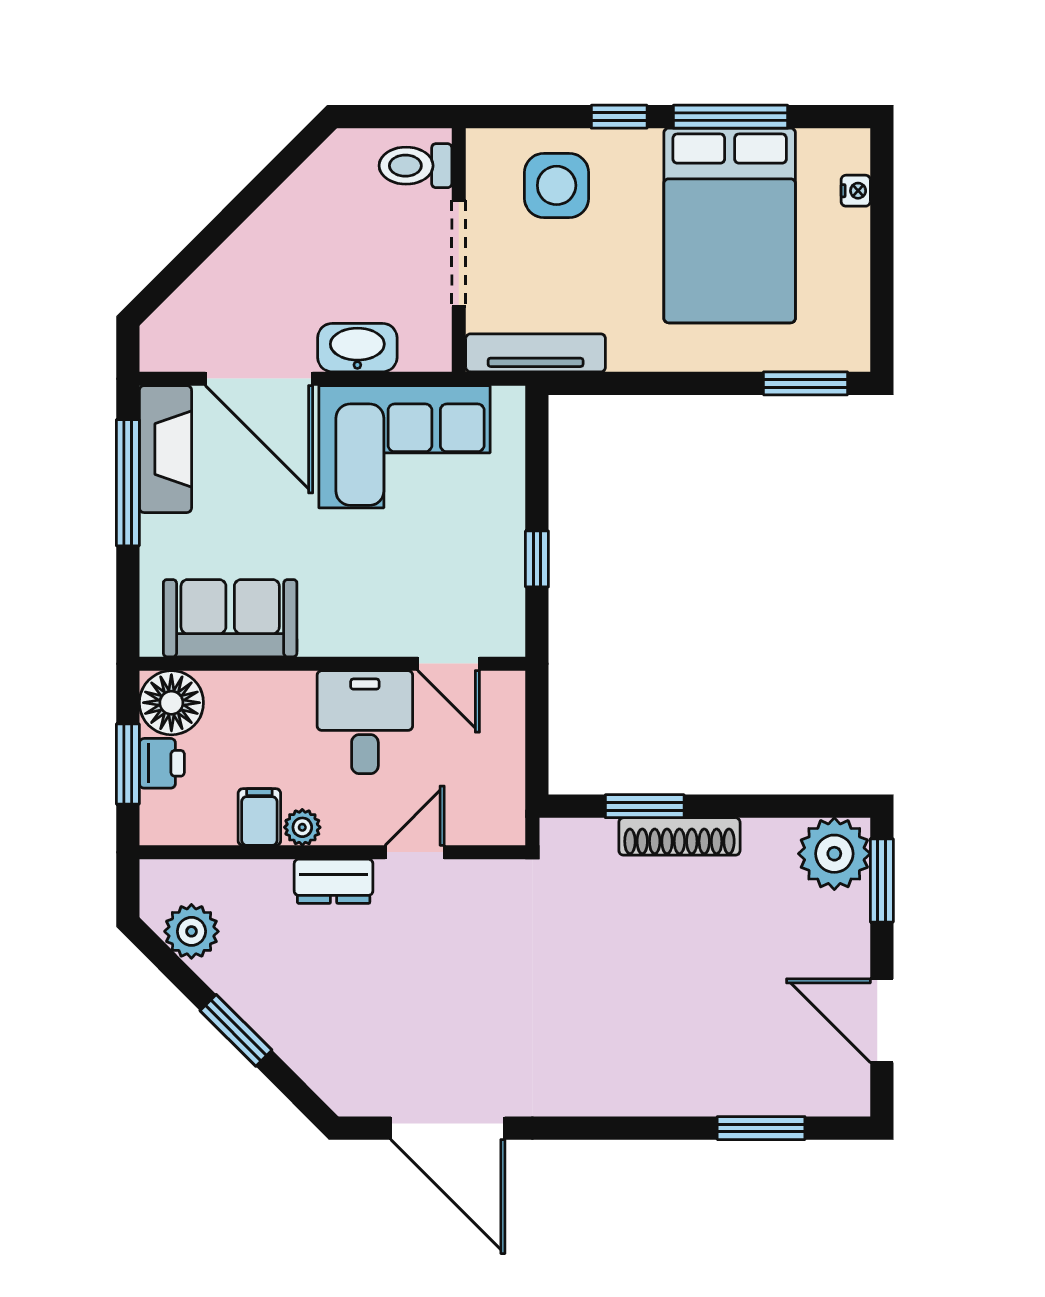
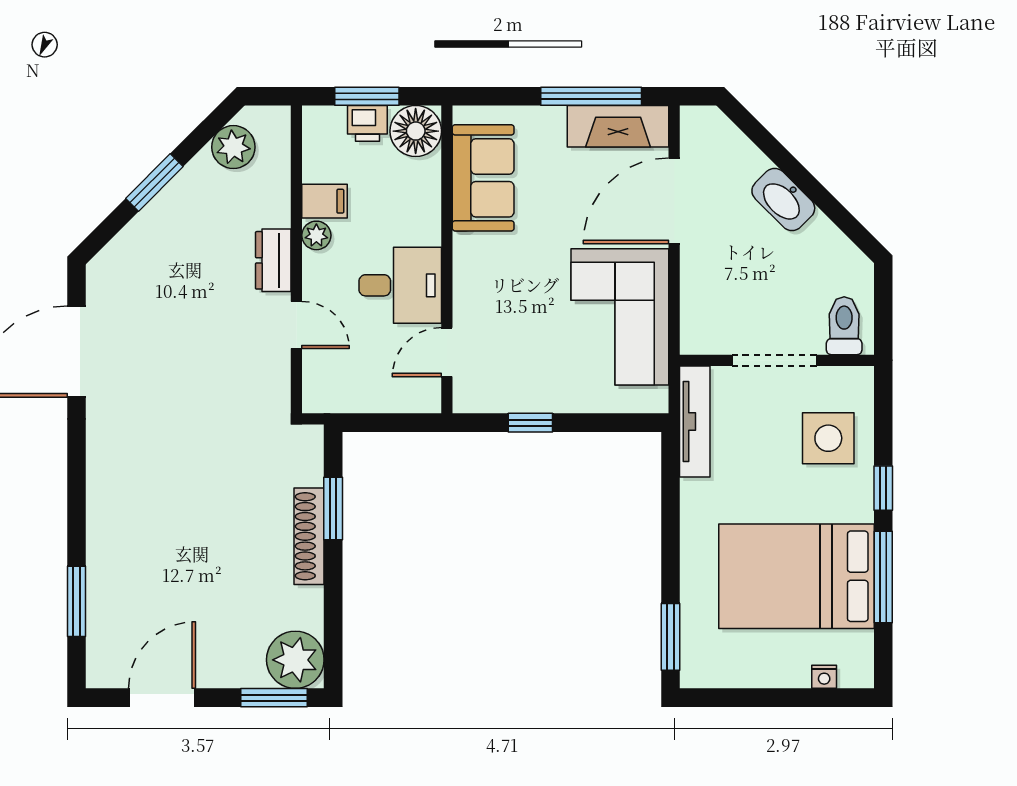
washbasin: (357, 348) -> (783, 200), moved, turned 135

